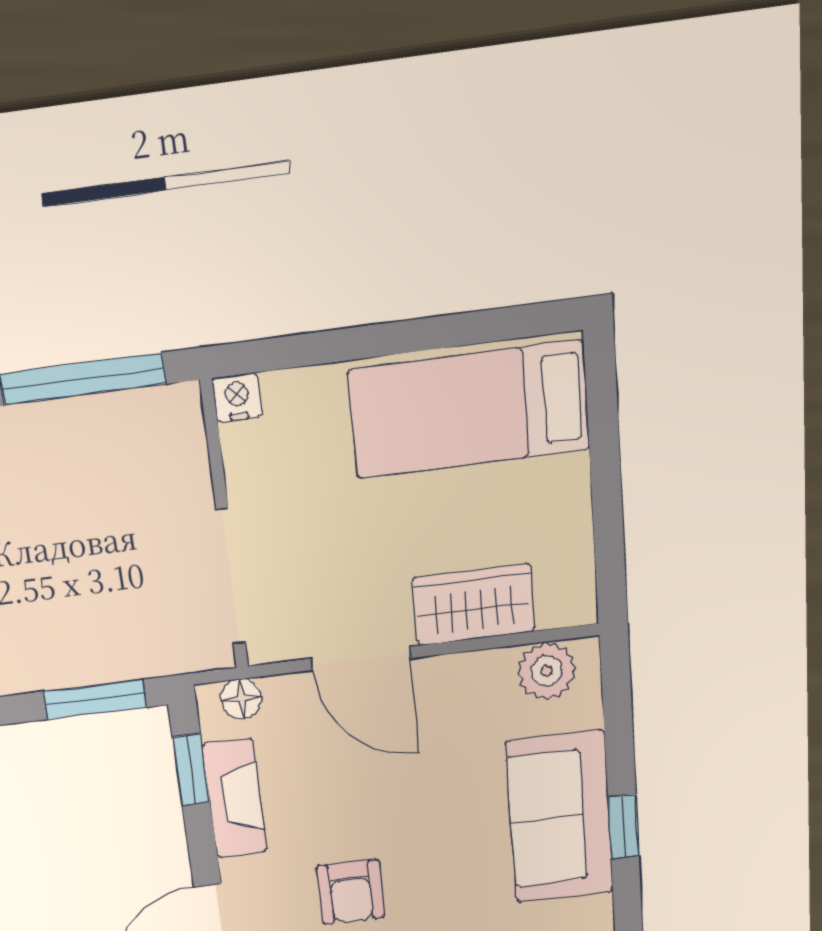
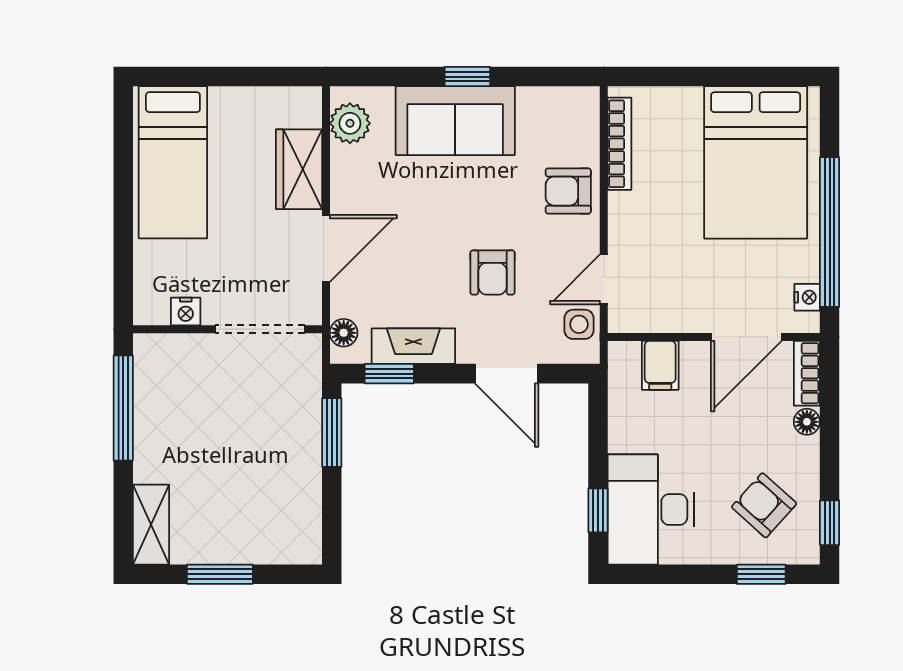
nightstand: (237, 397) -> (186, 312), moved, turned -90
armchair: (351, 892) -> (493, 273), turned 90

